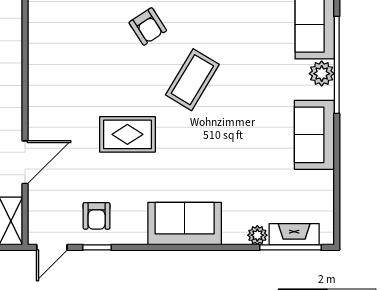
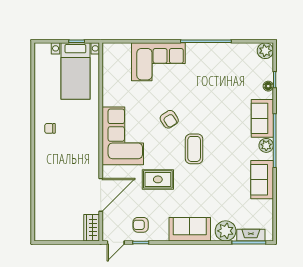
corner sofa: (64, 56) -> (123, 136), added
coffee table: (192, 80) -> (194, 149), turned -31
door: (25, 162) -> (101, 195), width x1.36
armchair: (97, 216) -> (141, 225), turned 90
plant: (257, 235) -> (226, 231), width x1.88, depth x1.88

